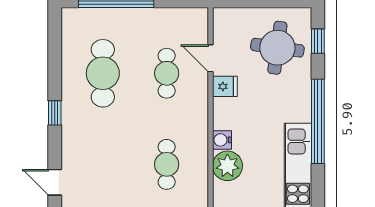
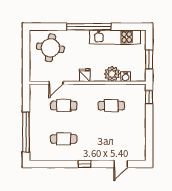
window: (318, 41) -> (47, 27), removed
cafe table: (103, 73) -> (64, 139), width x0.73, depth x0.74
fridge: (225, 86) -> (85, 75), moved
water cooler: (222, 140) -> (126, 77), moved

